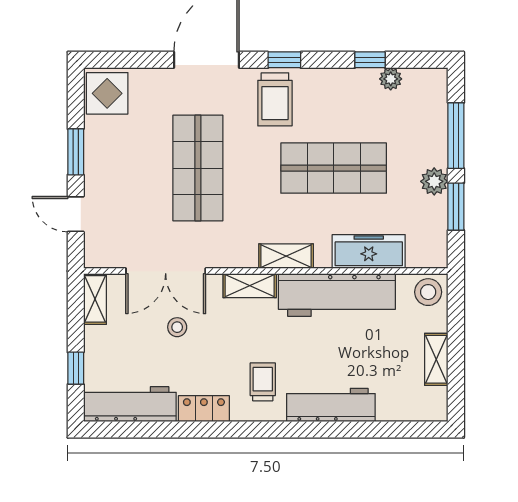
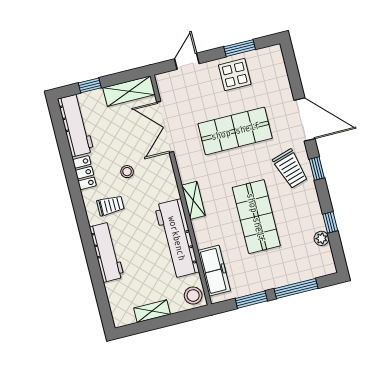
display table: (107, 93) -> (235, 75), moved
trolley: (275, 99) -> (290, 169), turned -107
window: (76, 152) -> (240, 48), moved
plant: (434, 181) -> (264, 282), removed
freezer: (369, 251) -> (214, 271), moved
shelving: (250, 286) -> (169, 182), removed
shelving: (95, 299) -> (129, 91), width x1.50, depth x1.33
stool: (177, 327) -> (127, 172), moved

